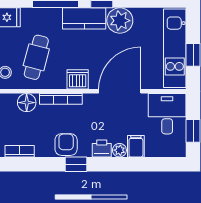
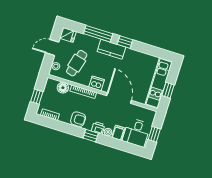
plant: (120, 21) -> (132, 57), removed
door: (120, 91) -> (119, 98), hinge flipped
desk: (167, 114) -> (136, 132), moved, turned 180
armchair: (66, 145) -> (78, 119), turned 90
window: (76, 164) -> (91, 136), moved

